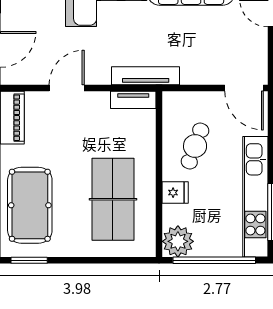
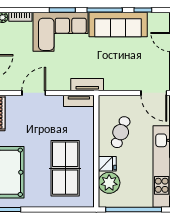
tv unit: (146, 76) -> (87, 85), width x0.71
plant: (178, 241) -> (109, 183), moved

